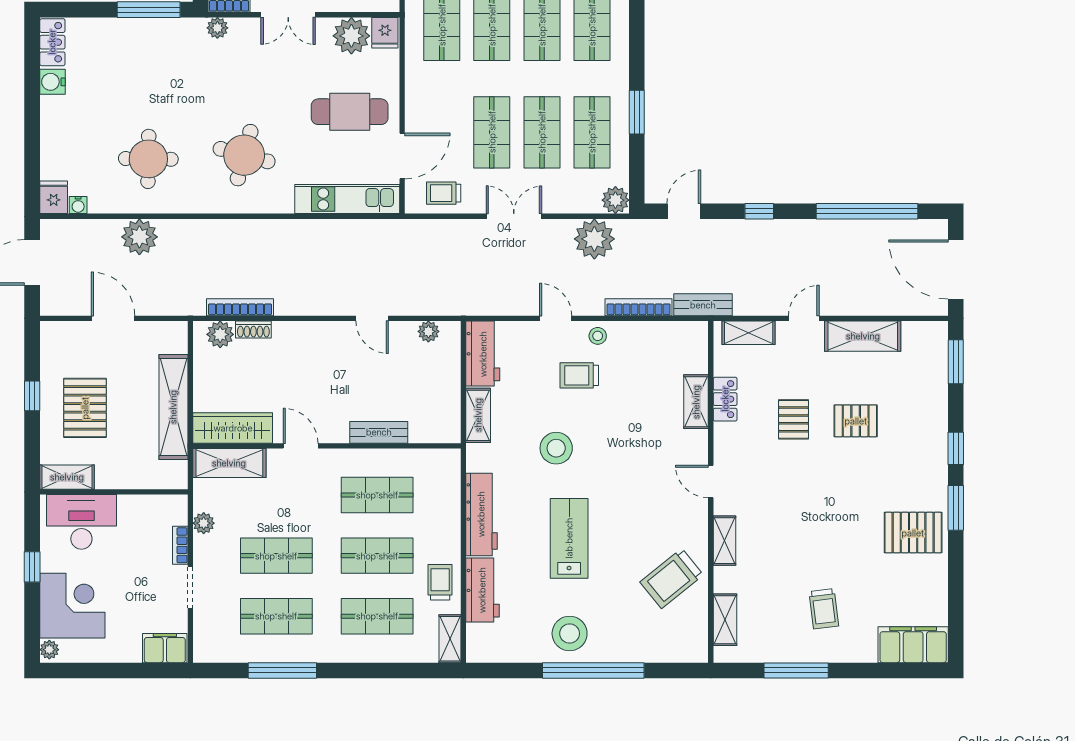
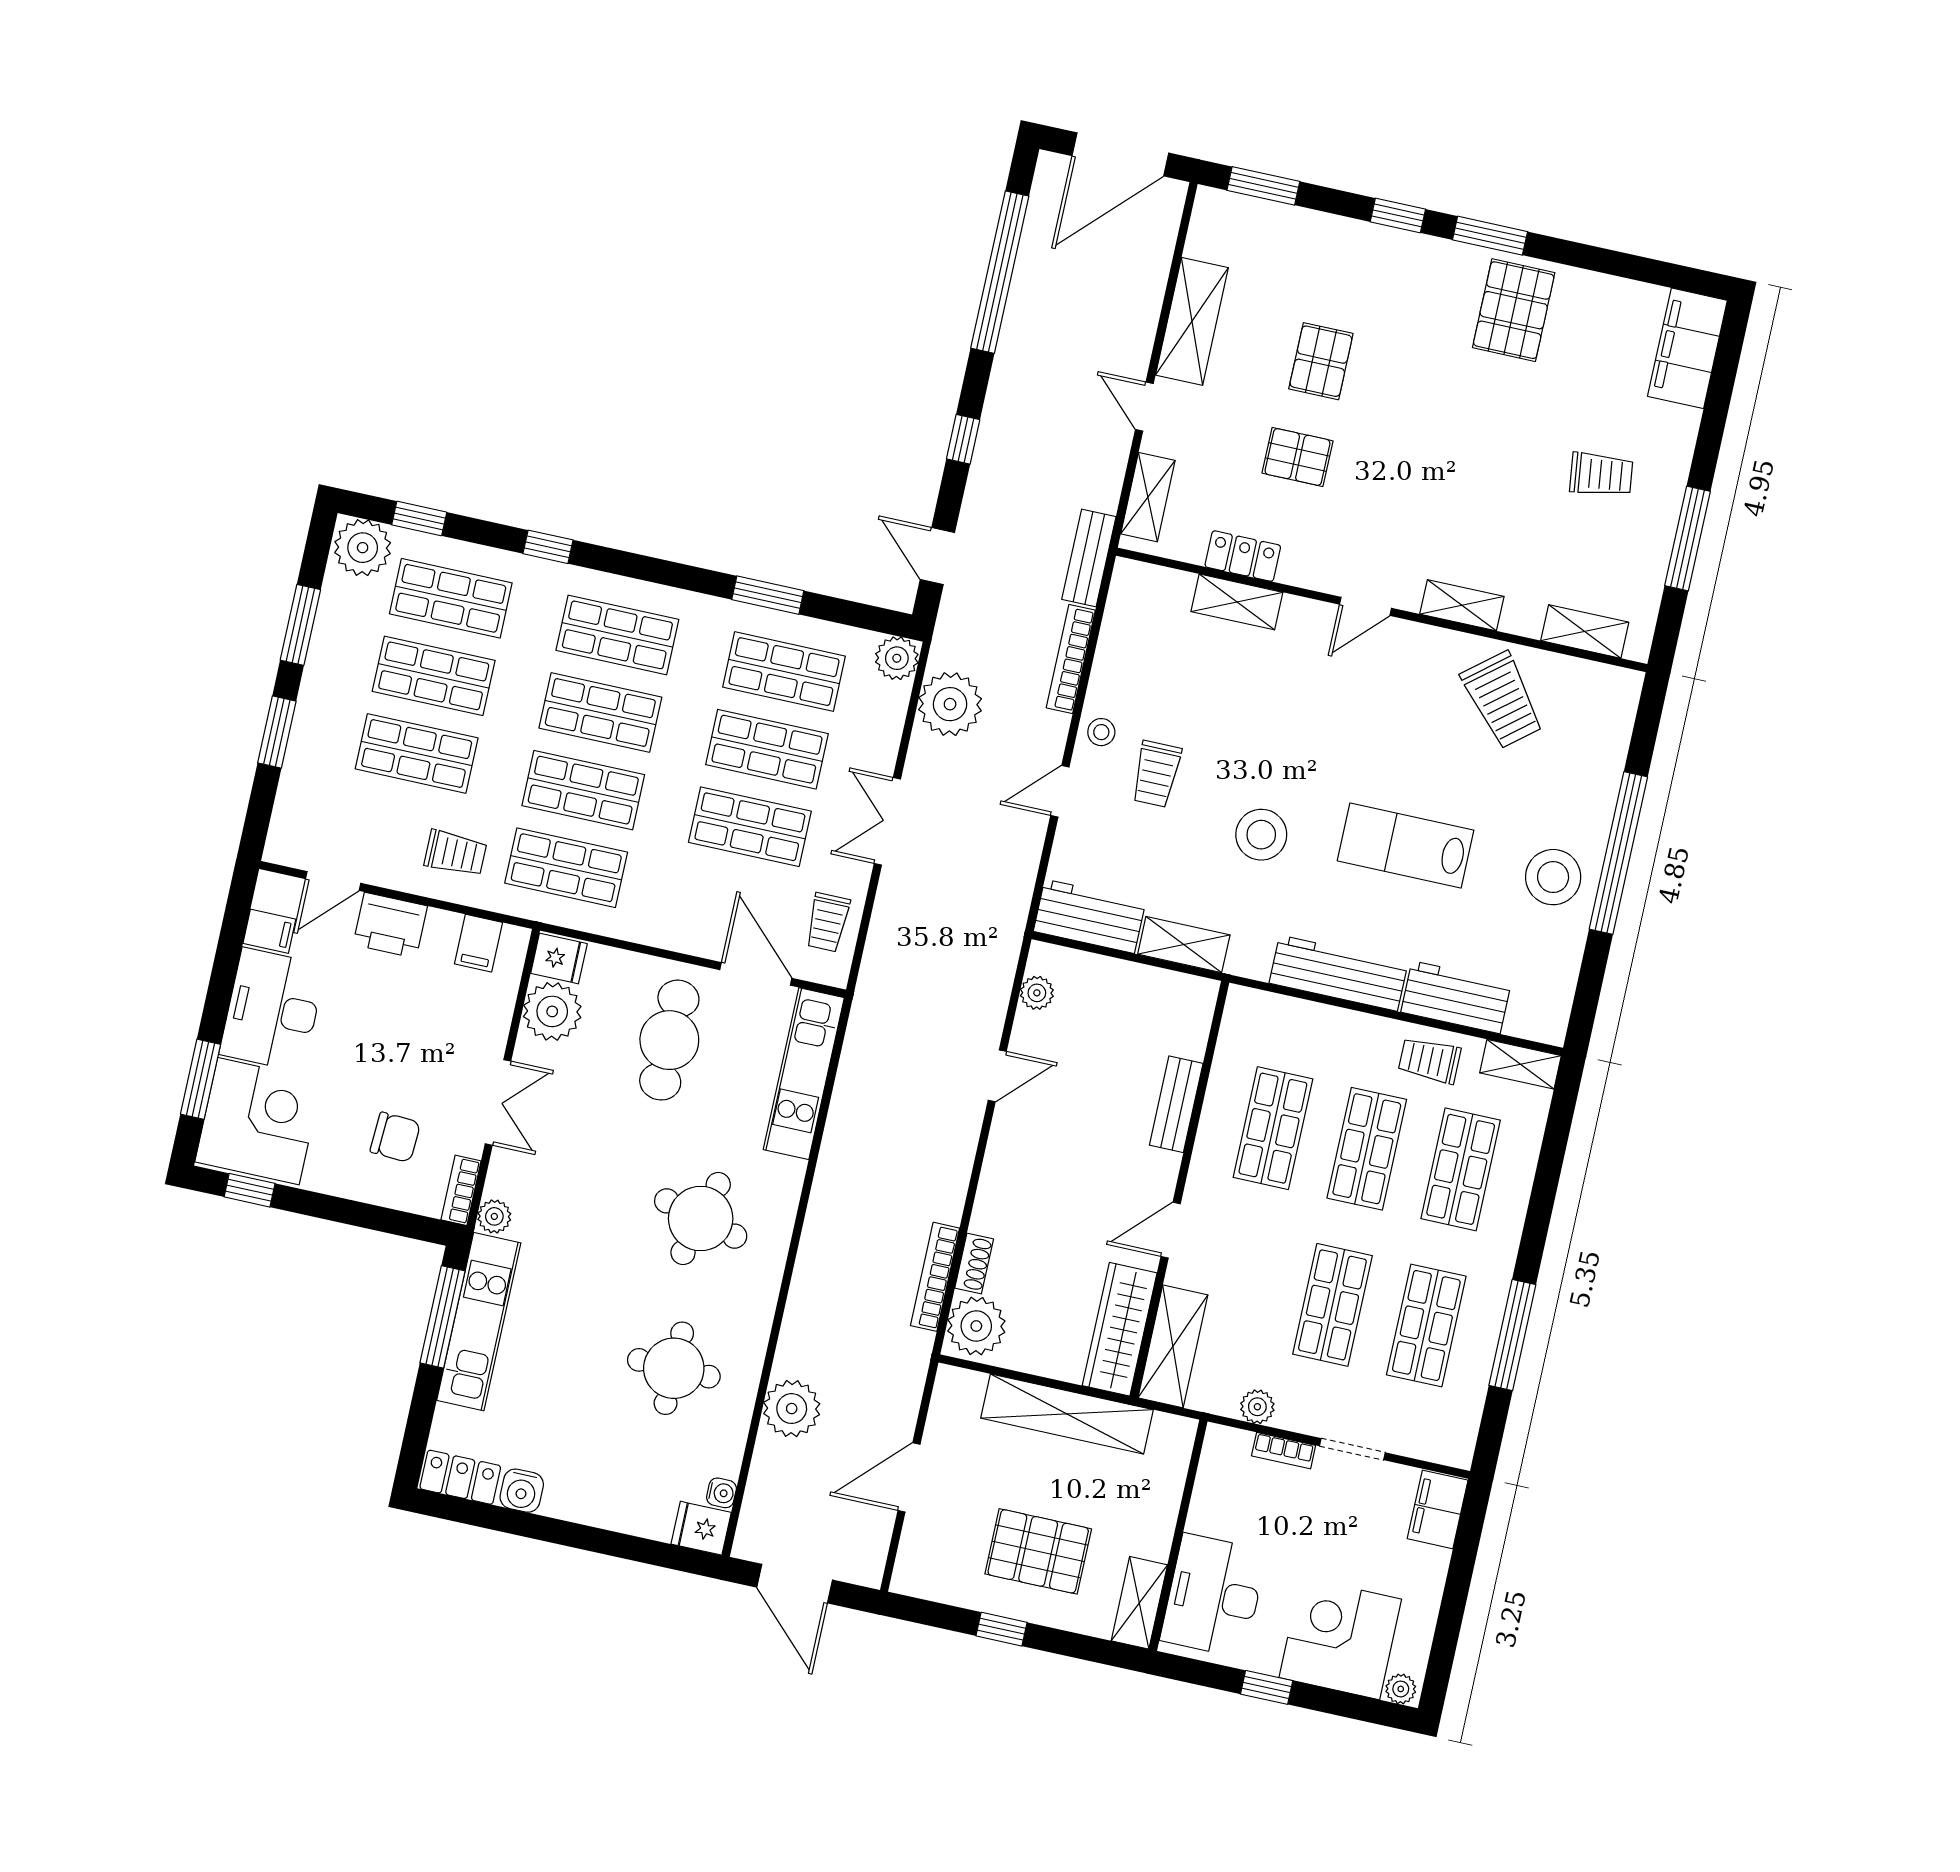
kitchen unit: (151, 33) -> (479, 1322), added
plant: (220, 334) -> (976, 1326), width x1.36, depth x1.36

